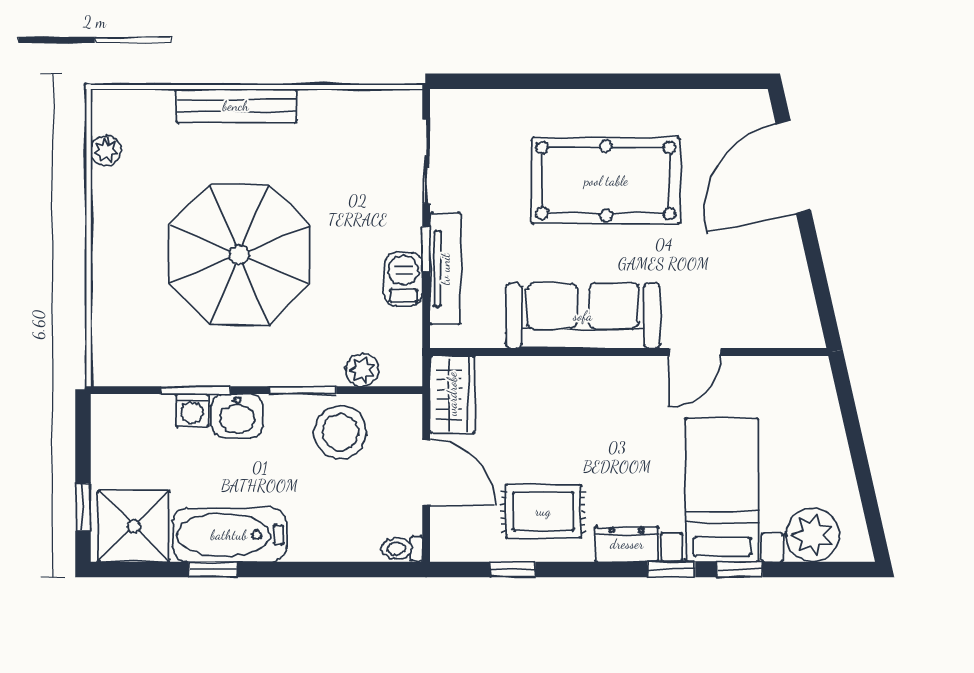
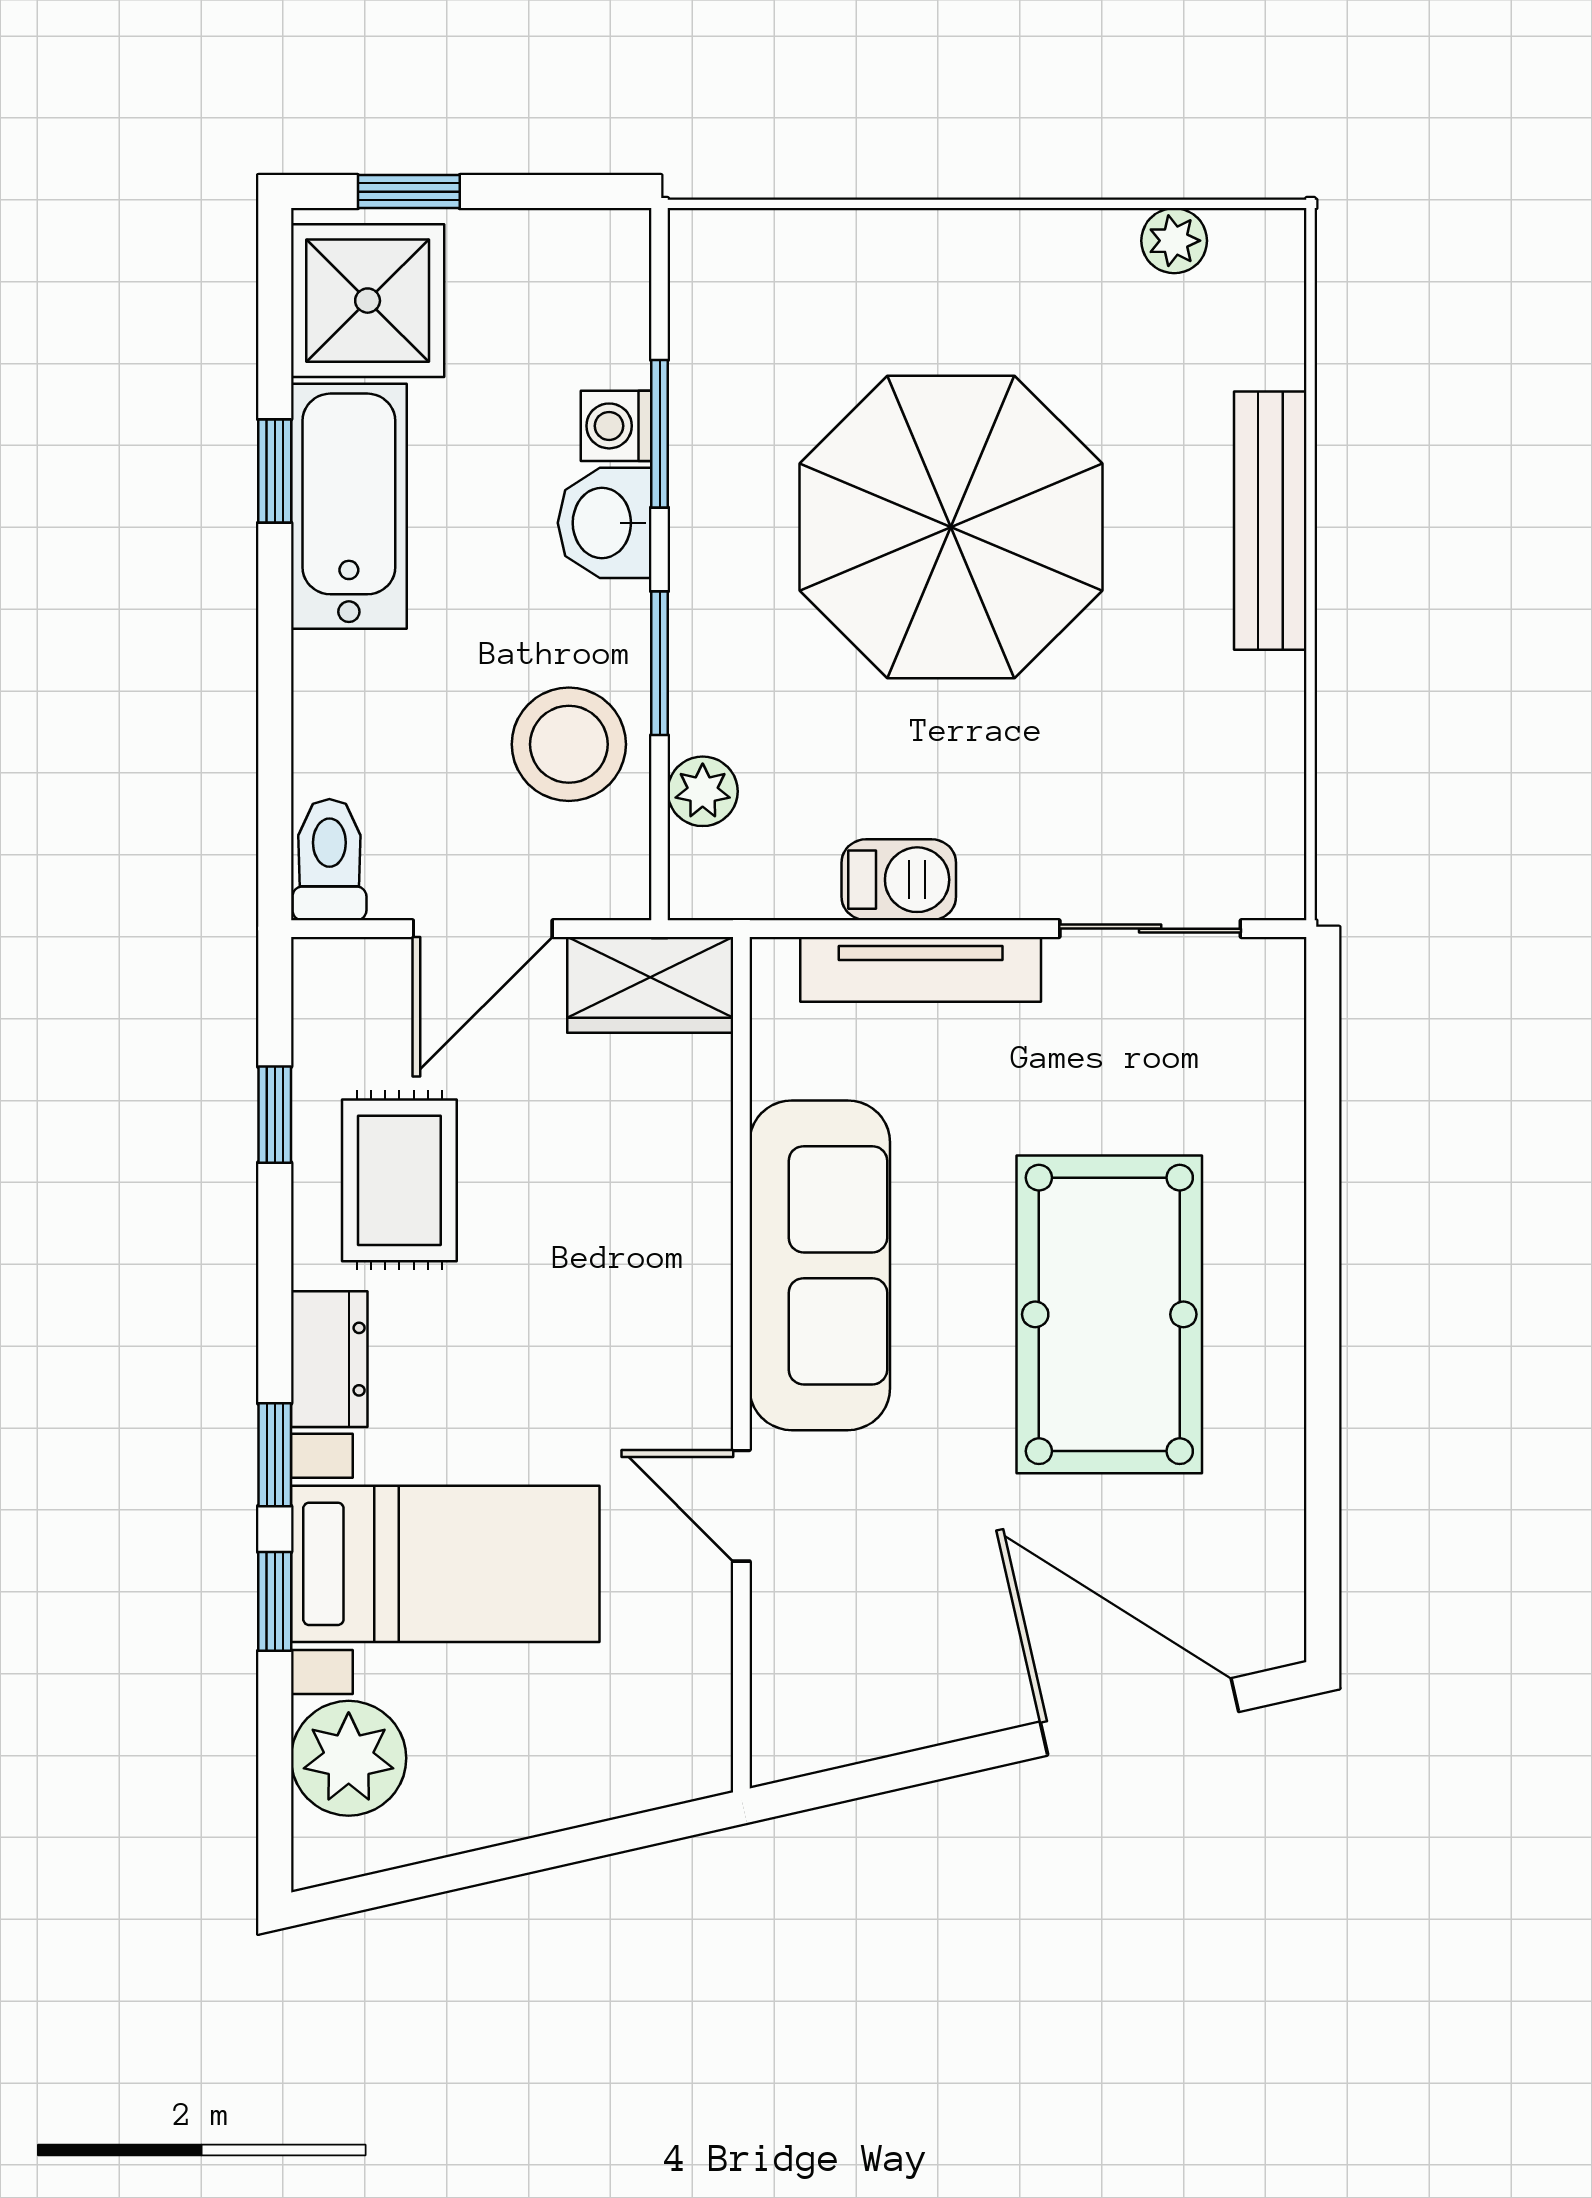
window: (426, 249) -> (963, 929), removed
toilet: (402, 549) -> (329, 860), width x1.37, depth x1.39

